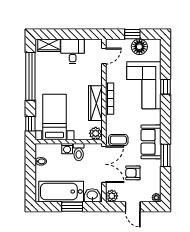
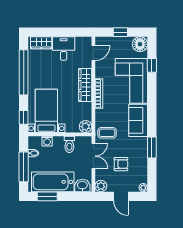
floor lamp: (139, 47) -> (140, 44), moved
window: (165, 87) -> (152, 65), moved
wardrobe: (95, 103) -> (85, 85), moved
sofa: (151, 142) -> (138, 120), moved
washing machine: (67, 149) -> (47, 141), moved
double door: (104, 164) -> (93, 156), width x0.73
armchair: (133, 173) -> (121, 164), turned 180
window: (30, 176) -> (24, 167), added
window: (72, 207) -> (47, 196), moved

